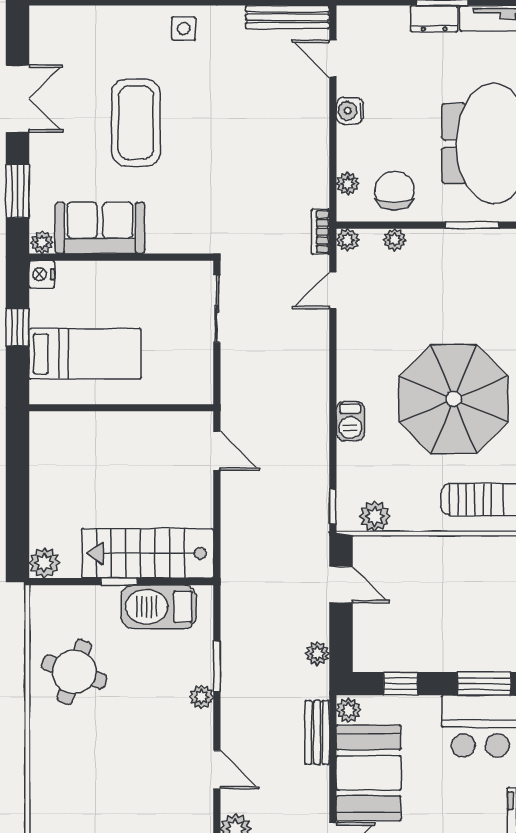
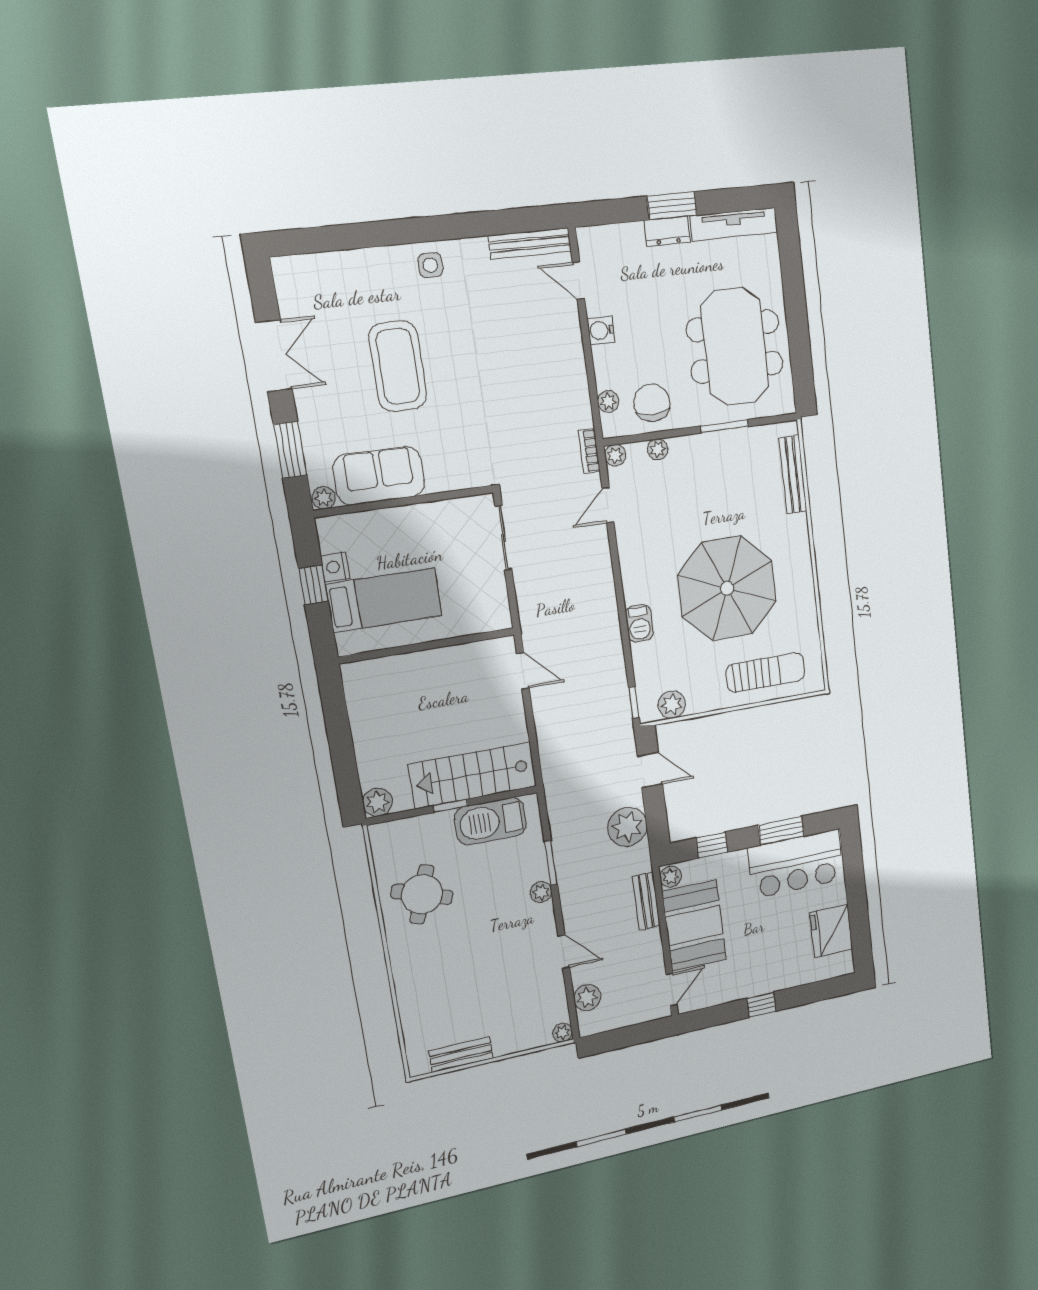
nightstand: (42, 274) -> (335, 567), moved
plant: (317, 654) -> (627, 827), width x1.87, depth x1.87

